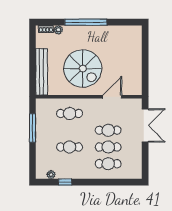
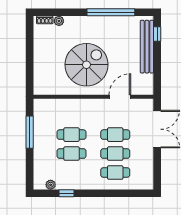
window: (86, 22) -> (111, 12), moved
window: (145, 41) -> (157, 34), added
spiral stairs: (83, 69) -> (86, 65), turned -90
bench: (42, 72) -> (147, 47), moved
cafe table: (70, 113) -> (72, 135), moved

